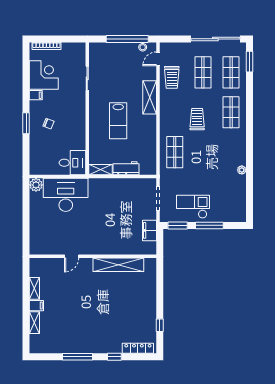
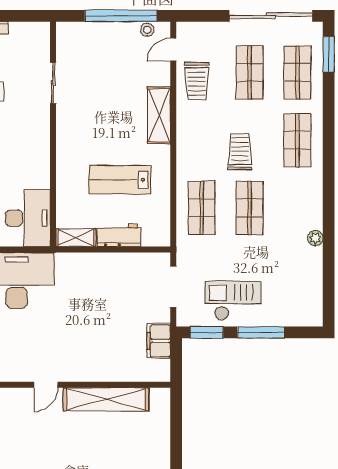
lab bench: (118, 121) -> (120, 180), moved, turned 90
shop shelf: (203, 152) -> (250, 208), added
desk: (72, 163) -> (28, 218), width x1.37
door: (72, 256) -> (46, 385), moved

